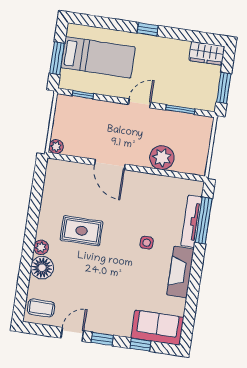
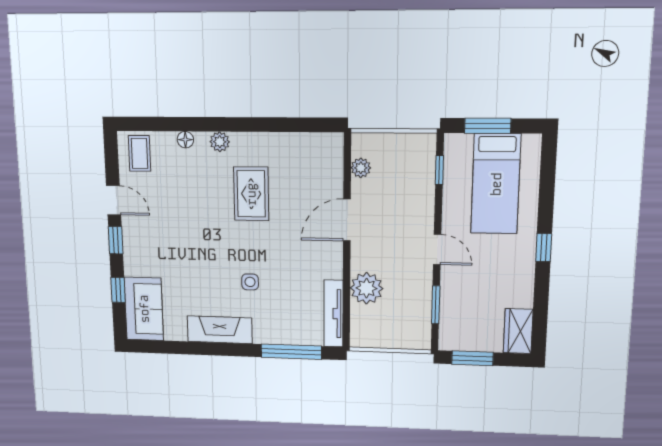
plant: (56, 147) -> (361, 168), moved
tv unit: (191, 221) -> (334, 314), moved, turned -90
floor lamp: (42, 268) -> (185, 140), width x0.53, depth x0.53

